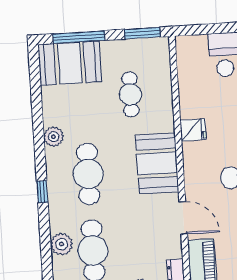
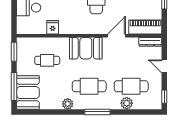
fridge: (193, 130) -> (53, 27), moved
window: (42, 192) -> (97, 112), width x2.17

